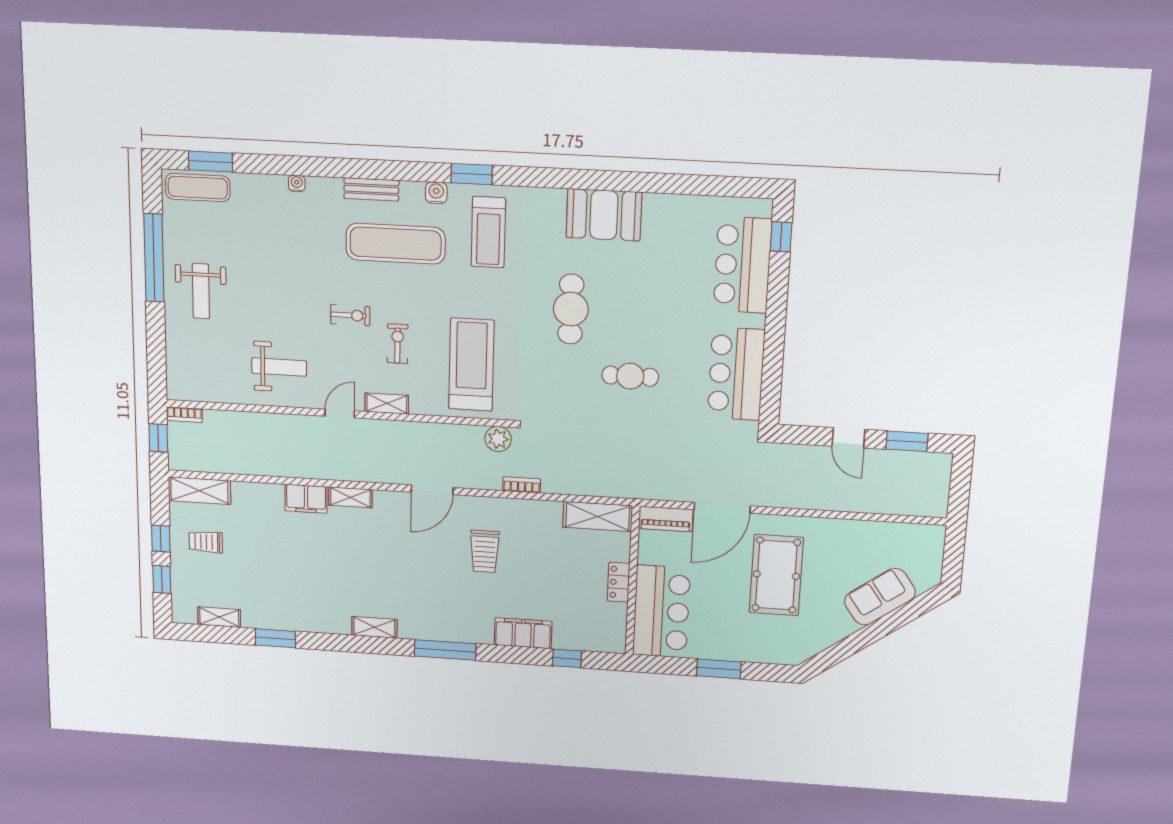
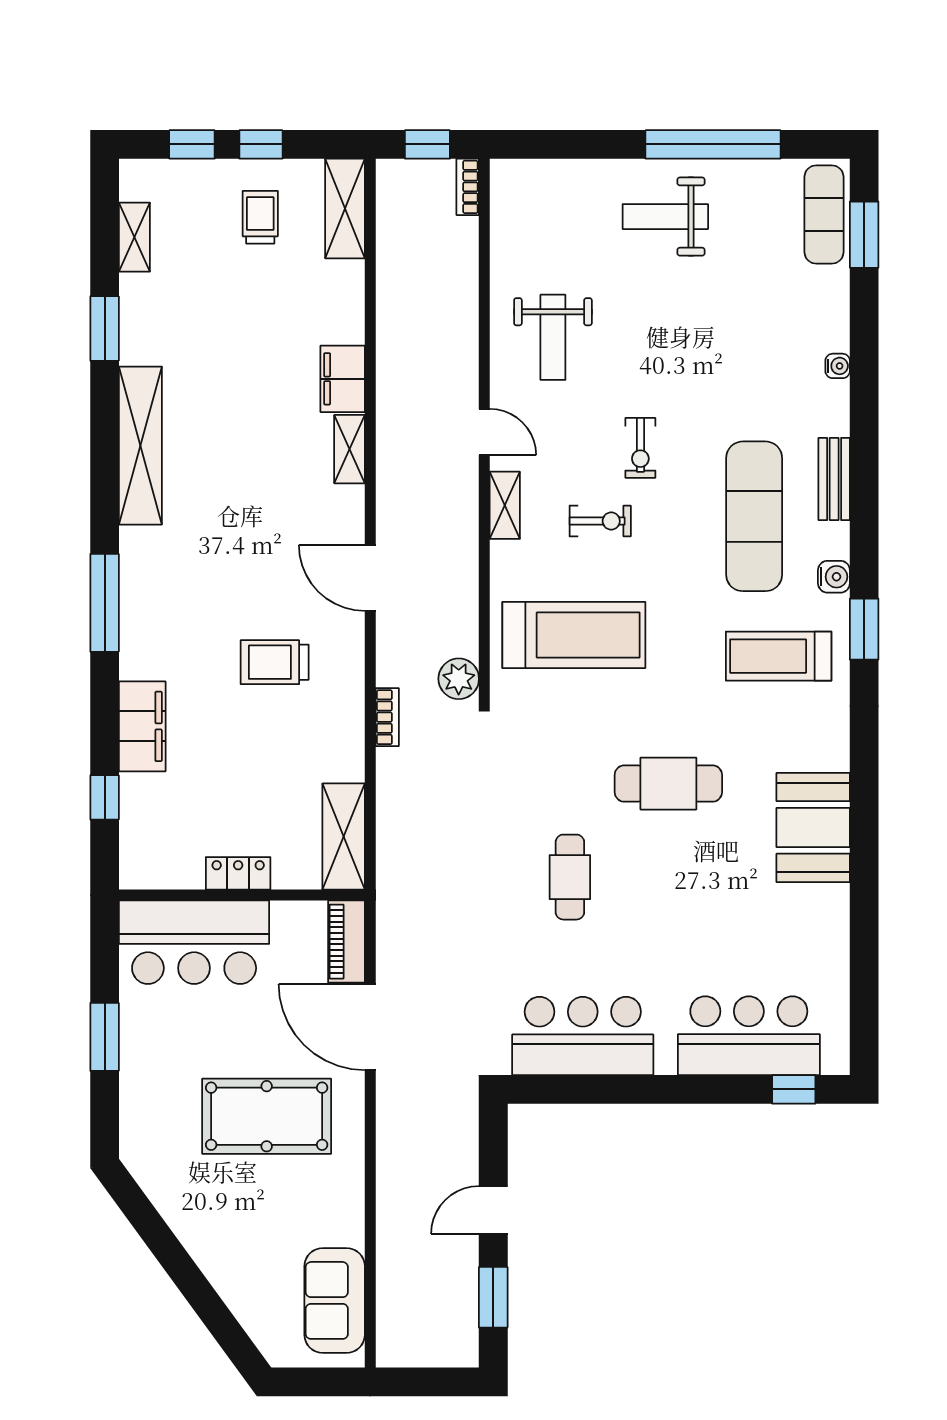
sofa: (880, 597) -> (335, 1300), moved, turned -144
shelving: (374, 627) -> (140, 446), width x2.20, depth x1.33

